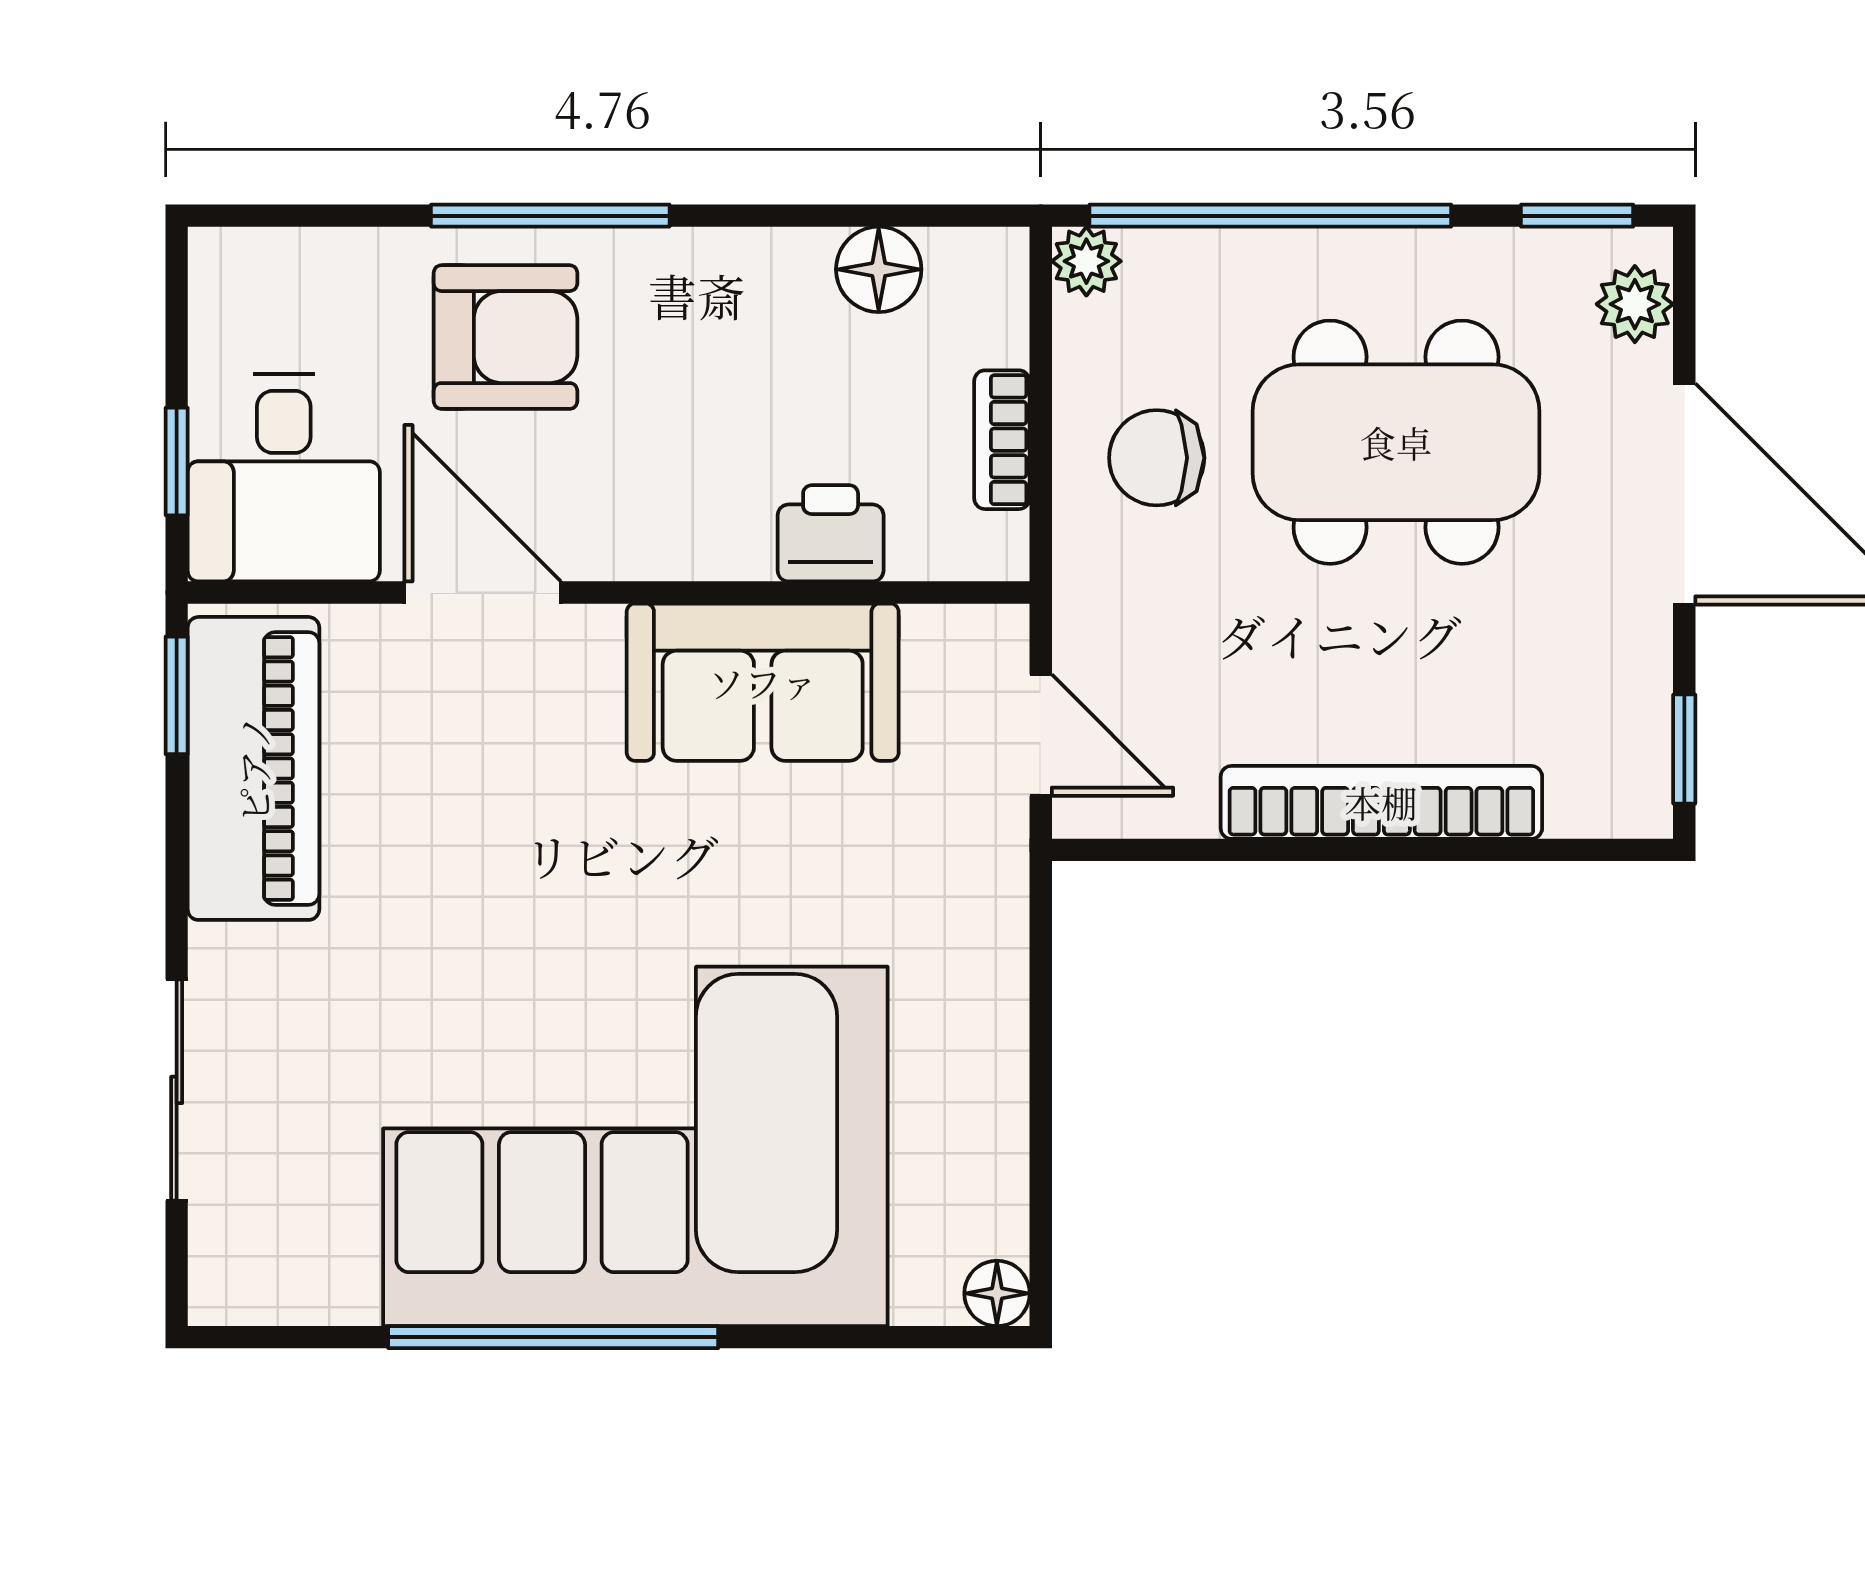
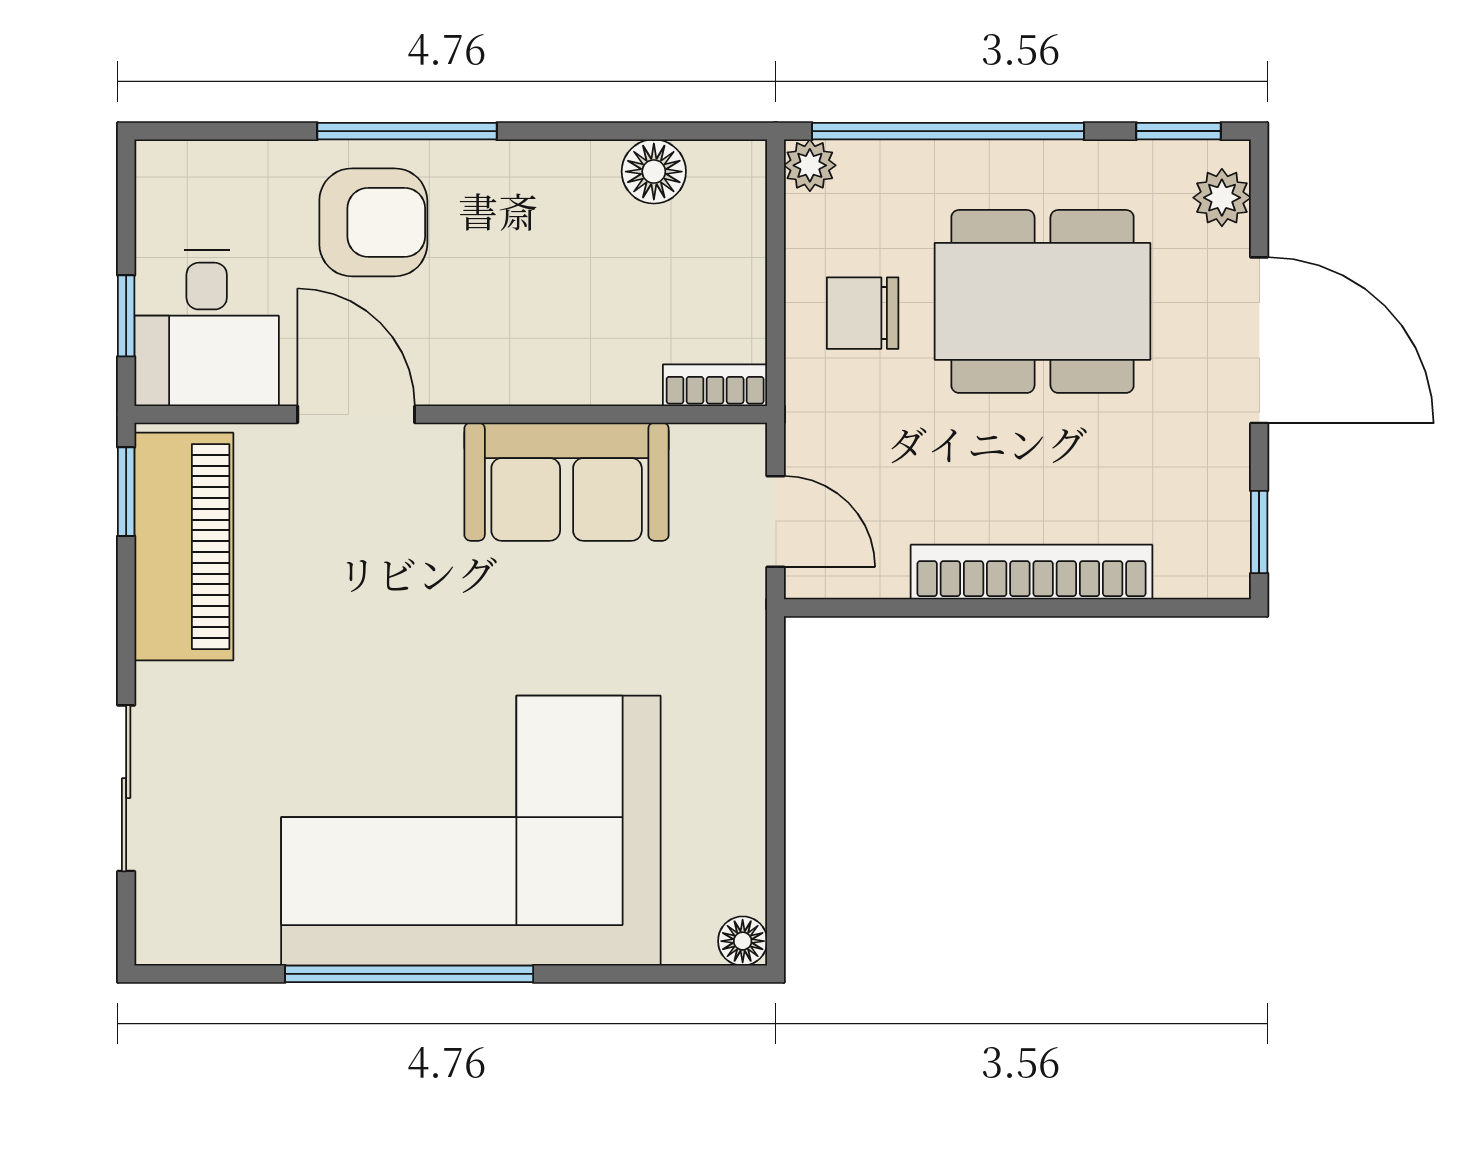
bookcase: (1002, 440) -> (715, 385), moved, turned 90
printer: (831, 533) -> (618, 370), removed

